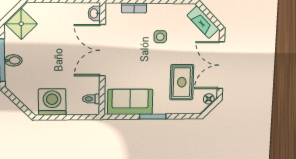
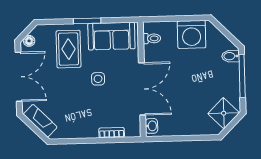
side table: (160, 37) -> (98, 79), moved
bidet: (13, 60) -> (231, 56), moved
rug: (182, 82) -> (68, 49), moved

